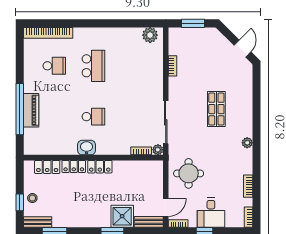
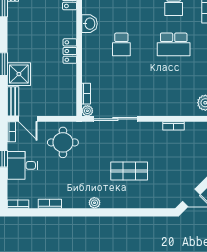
washbasin: (87, 148) -> (89, 24), moved
locker: (74, 166) -> (70, 24), removed

